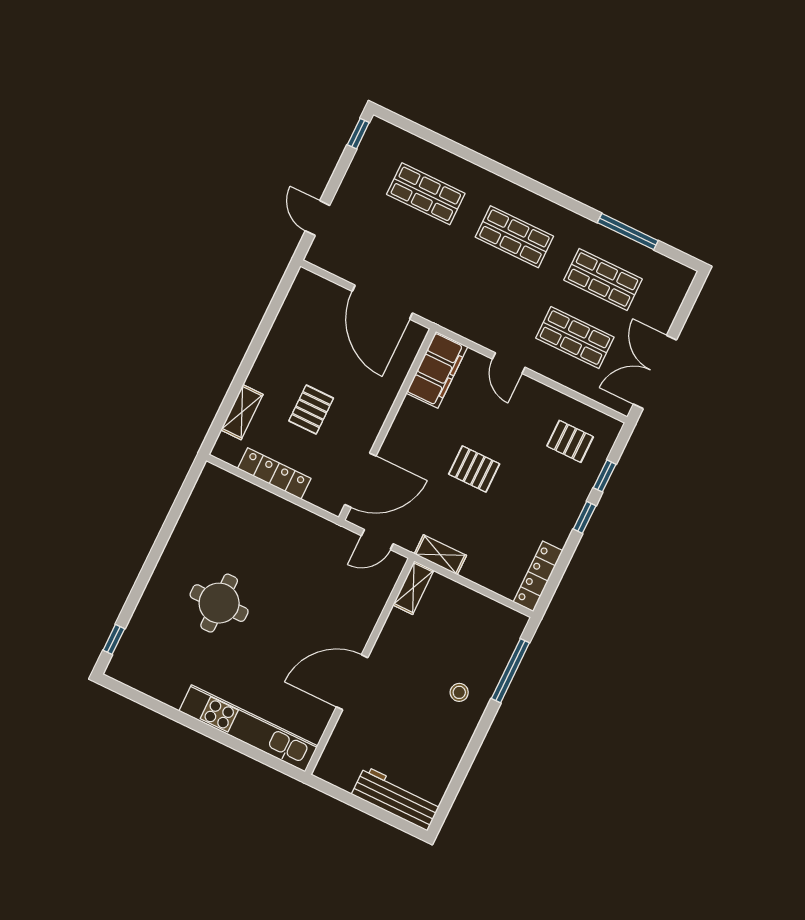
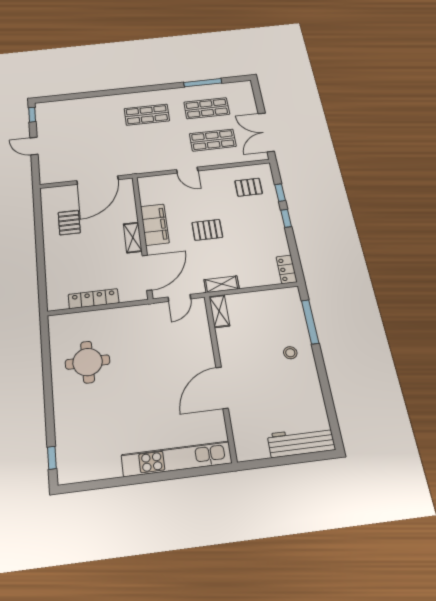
shop shelf: (426, 194) -> (87, 121), removed
door: (317, 218) -> (34, 146), moved
door: (382, 302) -> (98, 180), hinge flipped
filing cabinet: (437, 370) -> (155, 225), moved
pallet: (311, 410) -> (69, 223), moved
shelving: (242, 412) -> (133, 238), moved
locker: (538, 576) -> (287, 269), width x0.66
round table: (219, 603) -> (88, 362), moved

